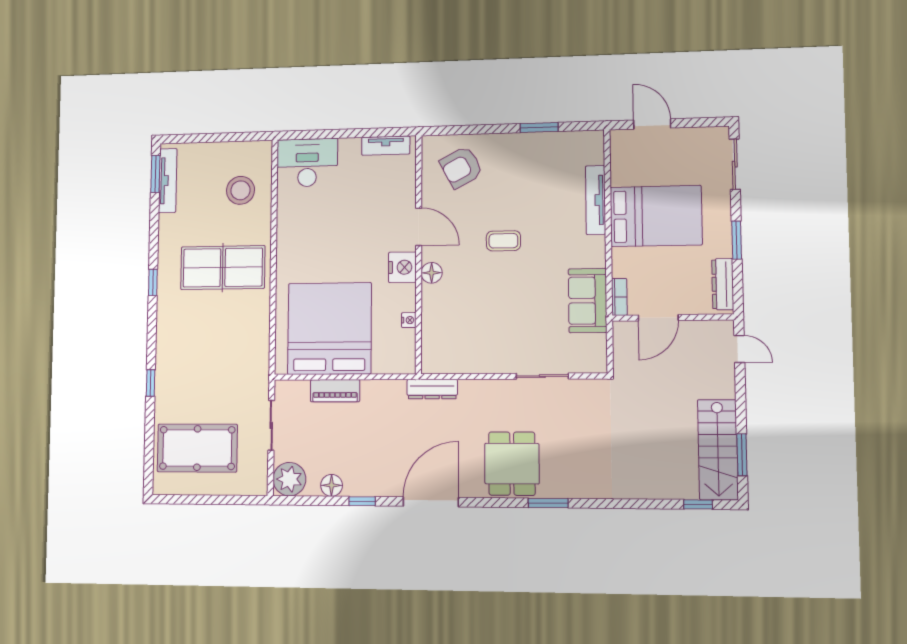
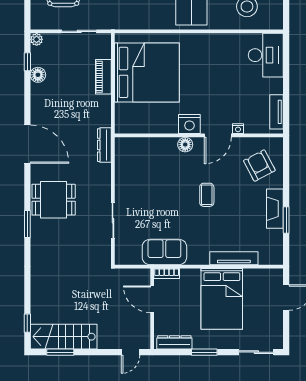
fireplace: (523, 144) -> (275, 209), added
nightstand: (409, 320) -> (238, 129), moved
plant: (289, 479) -> (37, 39), width x0.53, depth x0.53
window: (362, 501) -> (27, 62), moved

